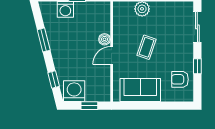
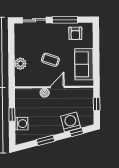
door: (112, 56) -> (57, 87), swing flipped
window: (197, 66) -> (65, 20), width x2.17
washing machine: (74, 91) -> (71, 122), moved, turned 76

